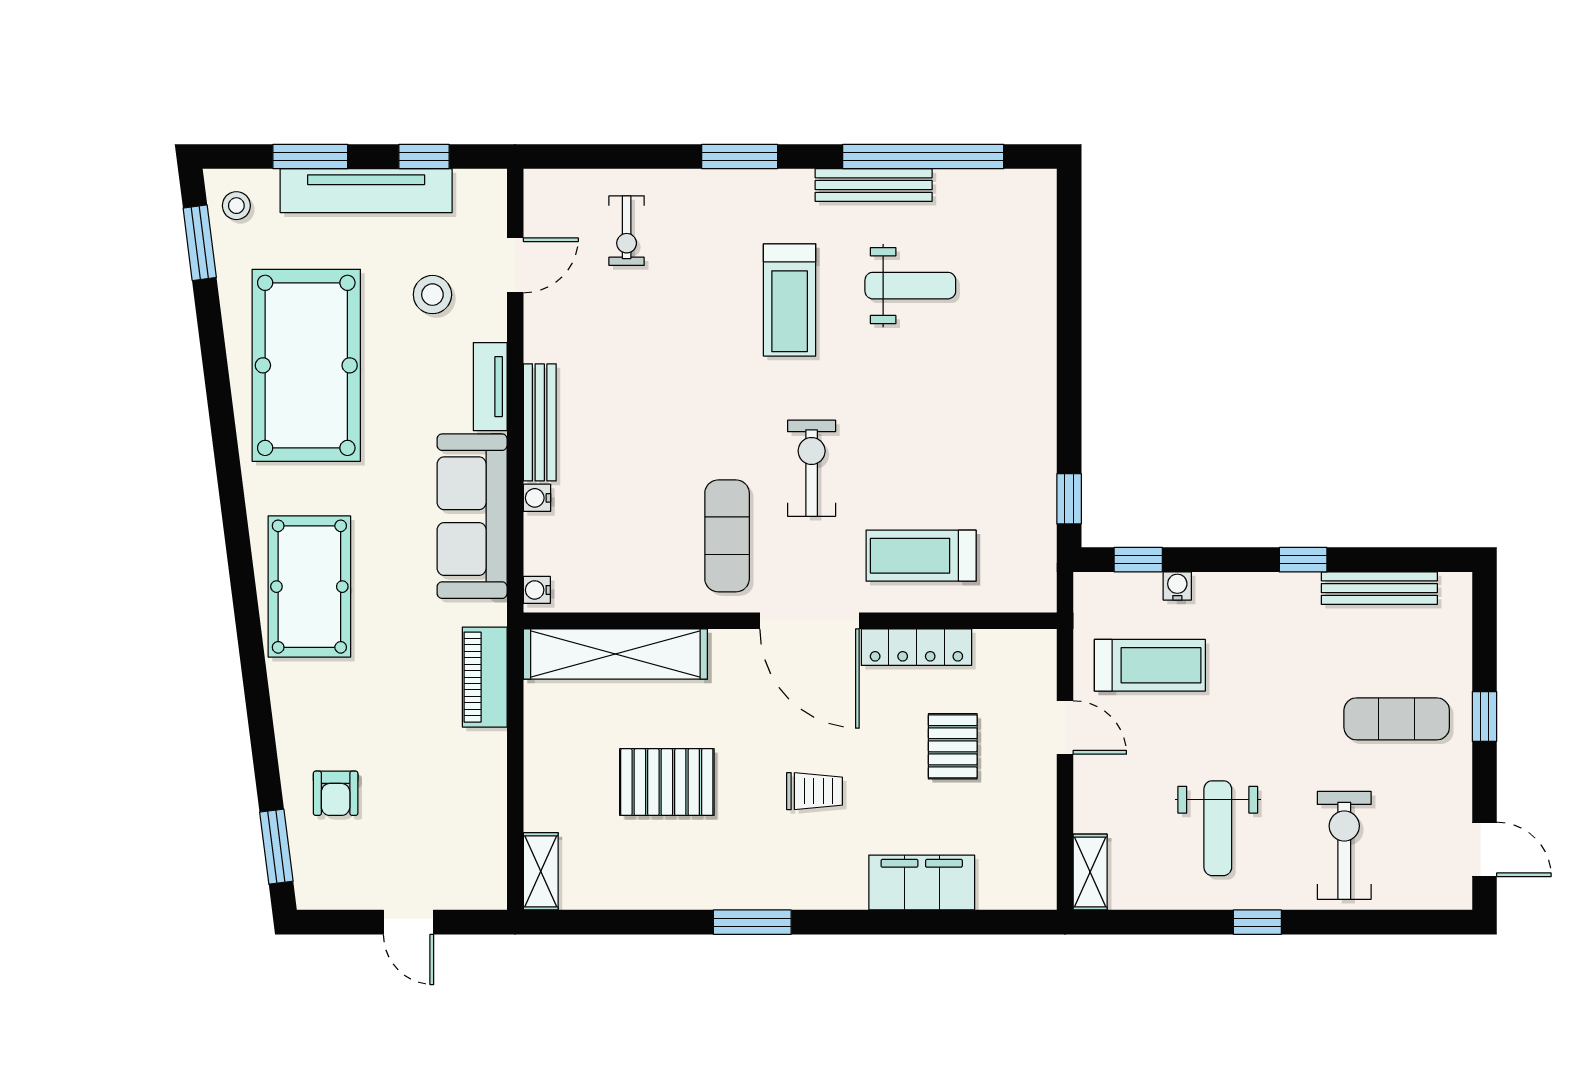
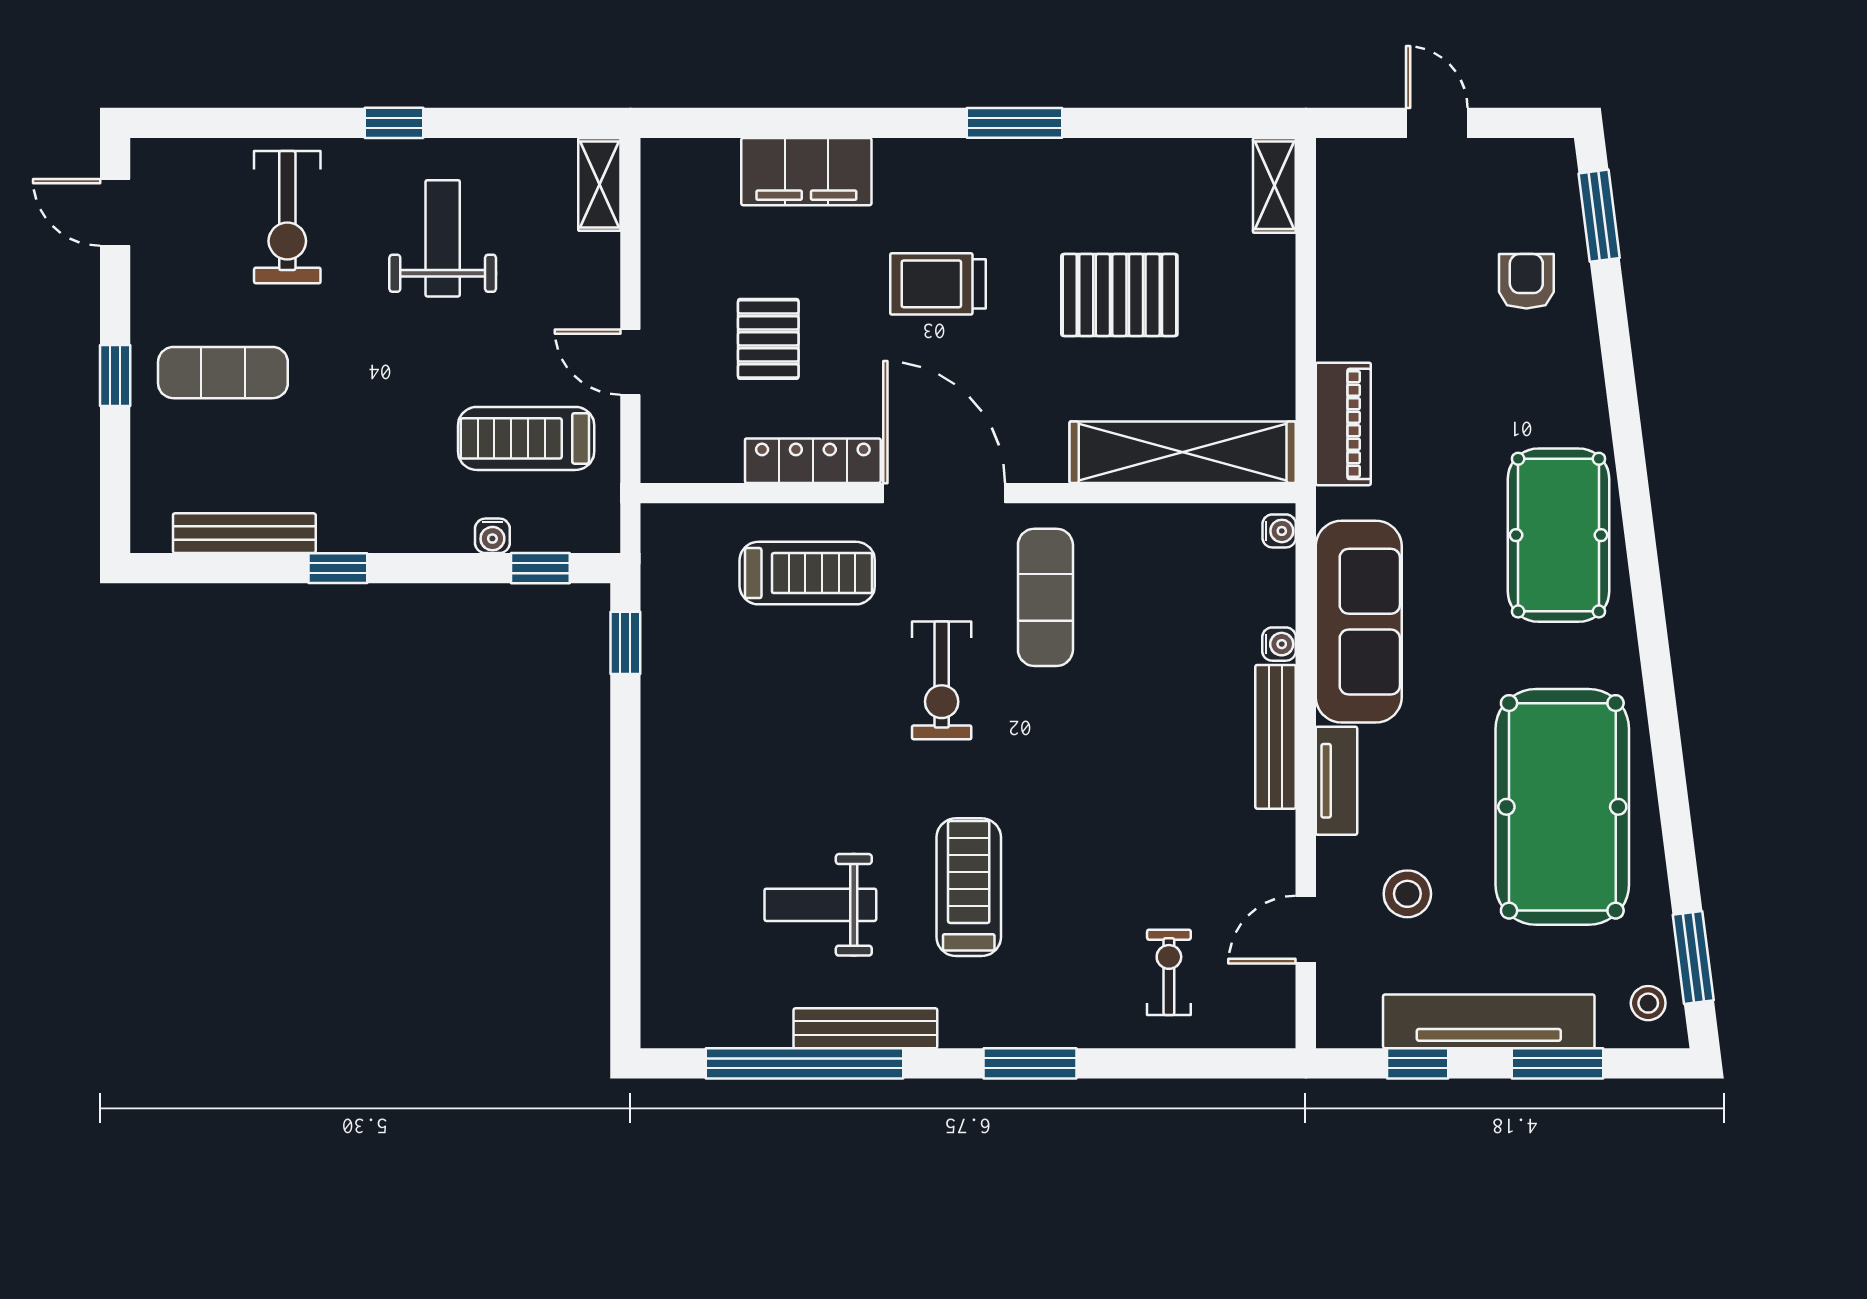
trolley: (815, 791) -> (938, 284), width x1.36, depth x1.39

